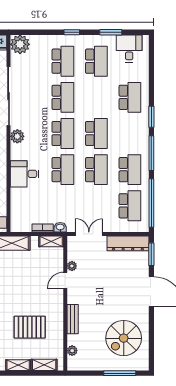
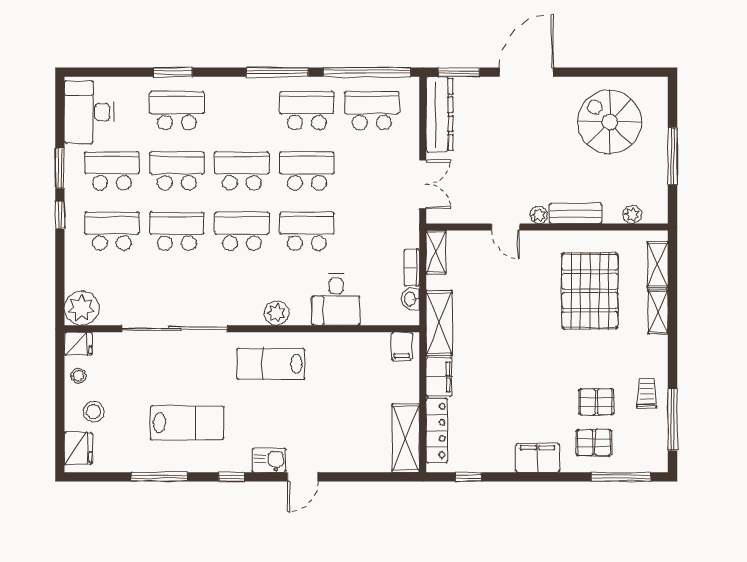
window: (111, 32) -> (60, 168), moved
desk: (129, 48) -> (89, 112), width x1.37
school desk: (96, 97) -> (177, 171), added
window: (151, 117) -> (173, 72), moved
plant: (17, 136) -> (277, 313), moved
desk: (25, 174) -> (336, 300), moved
washbasin: (60, 227) -> (410, 299), moved
double door: (89, 234) -> (423, 184), swing flipped
plant: (72, 266) -> (539, 215), moved
pallet: (30, 327) -> (590, 291), width x1.37, depth x1.41
spiral stairs: (124, 338) -> (610, 122), turned 180
window: (120, 373) -> (673, 156), moved

